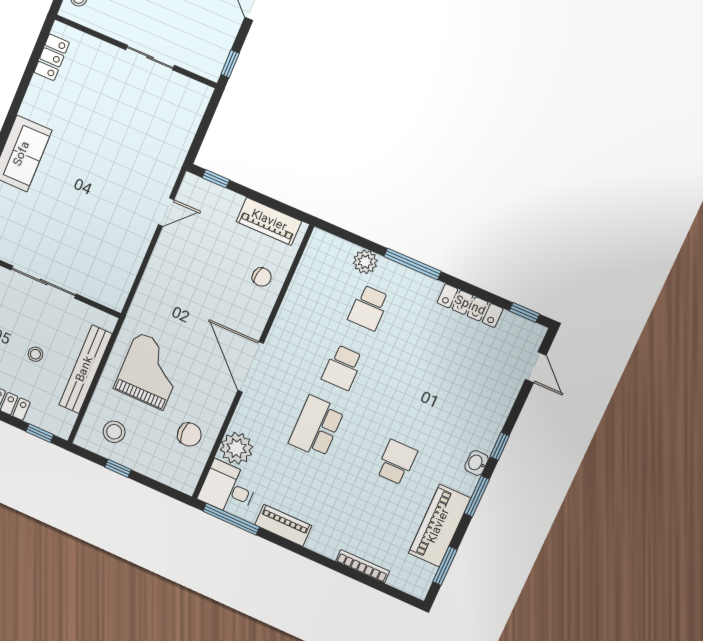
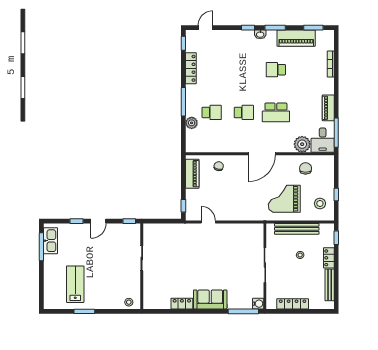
locker: (52, 57) -> (182, 304), moved

